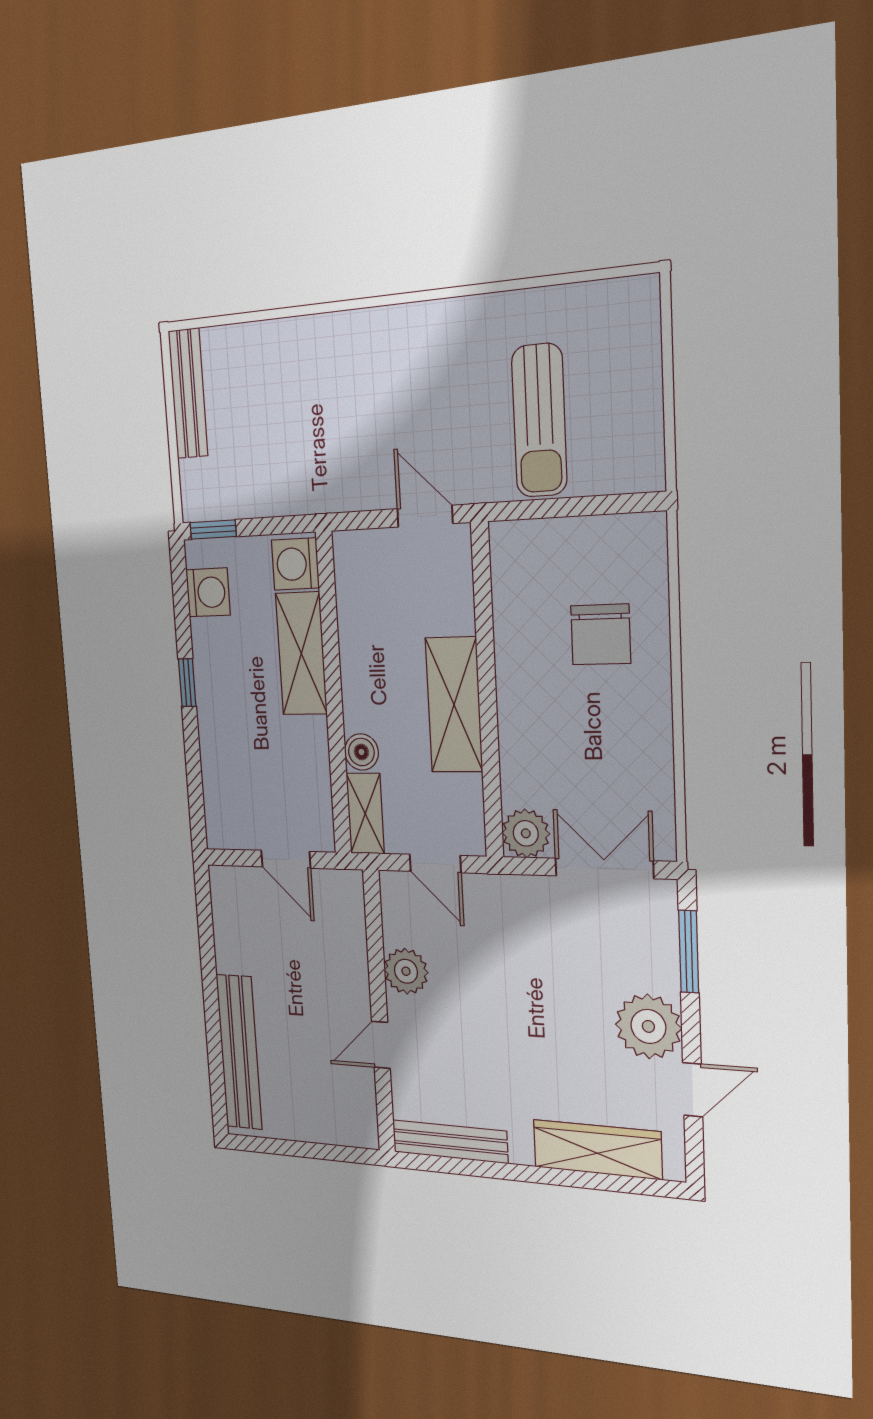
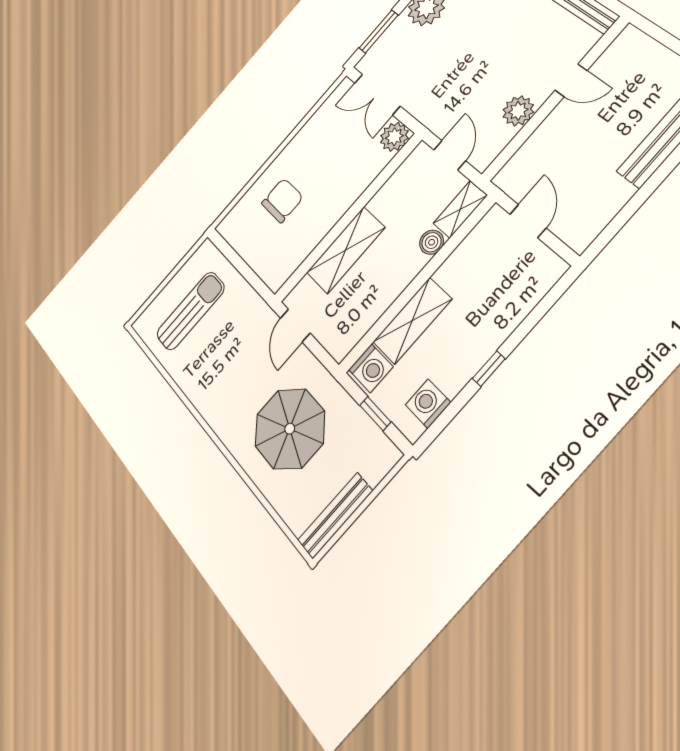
parasol: (317, 411) -> (290, 429), added
sun lounger: (539, 421) -> (191, 311), moved
window: (213, 530) -> (375, 414), moved
shelving: (454, 705) -> (346, 250), moved

